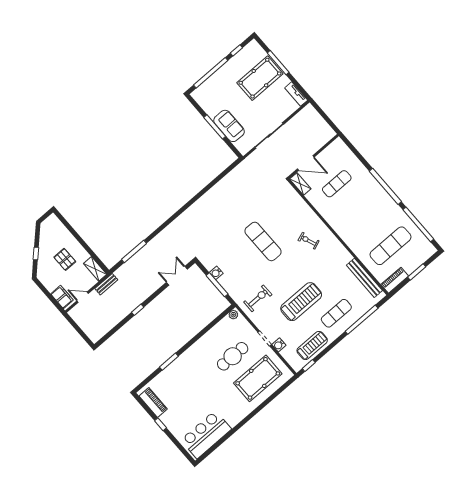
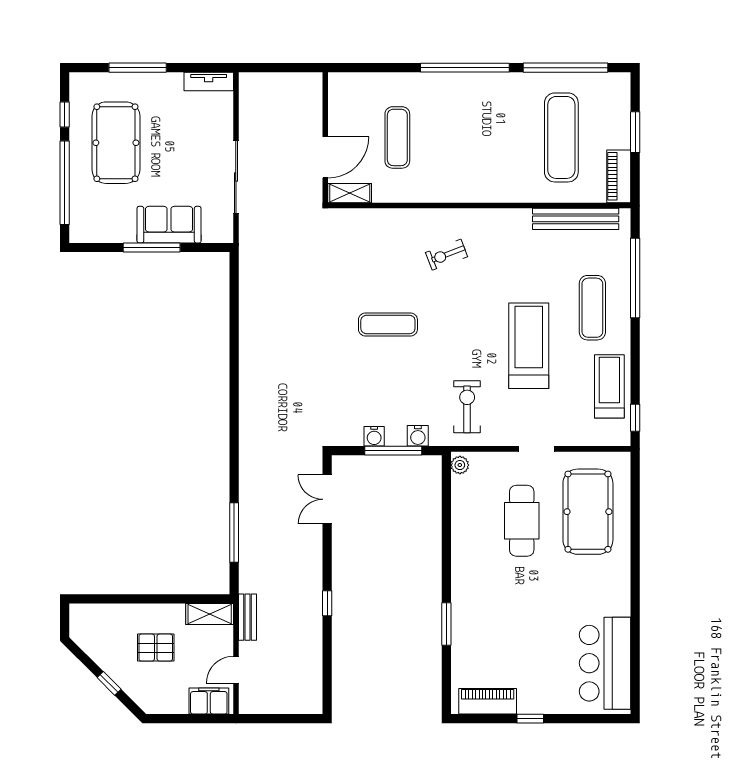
pool table: (260, 78) -> (116, 143), moved
exercise mat: (263, 241) -> (388, 324), width x0.73, depth x0.69
water cooler: (279, 345) -> (418, 436), moved

